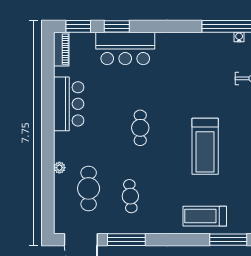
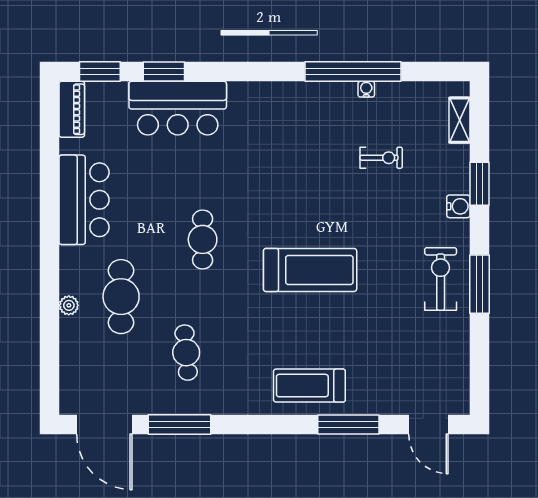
treadmill: (205, 146) -> (310, 270), turned -90
cafe table: (89, 188) -> (121, 297), moved

